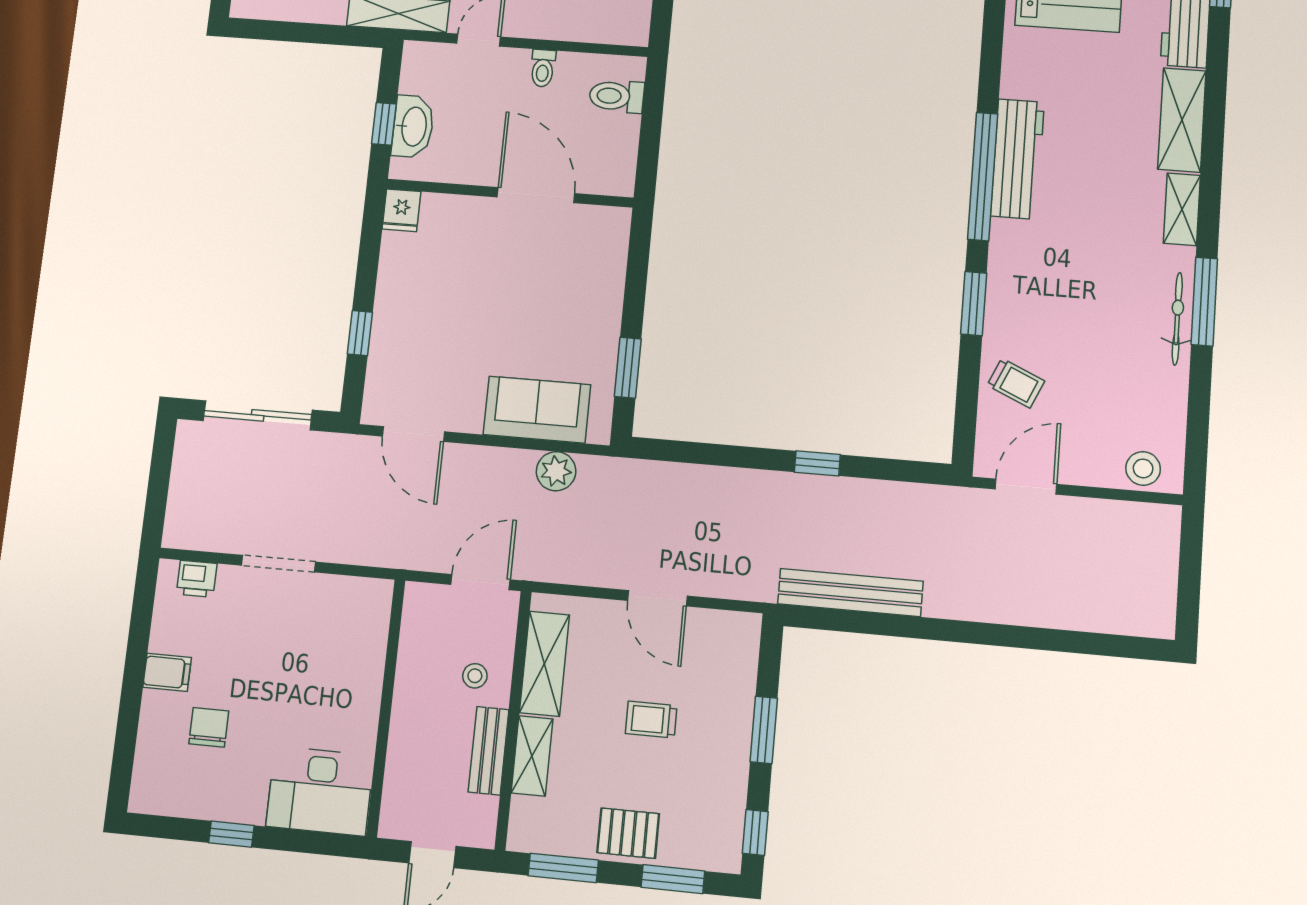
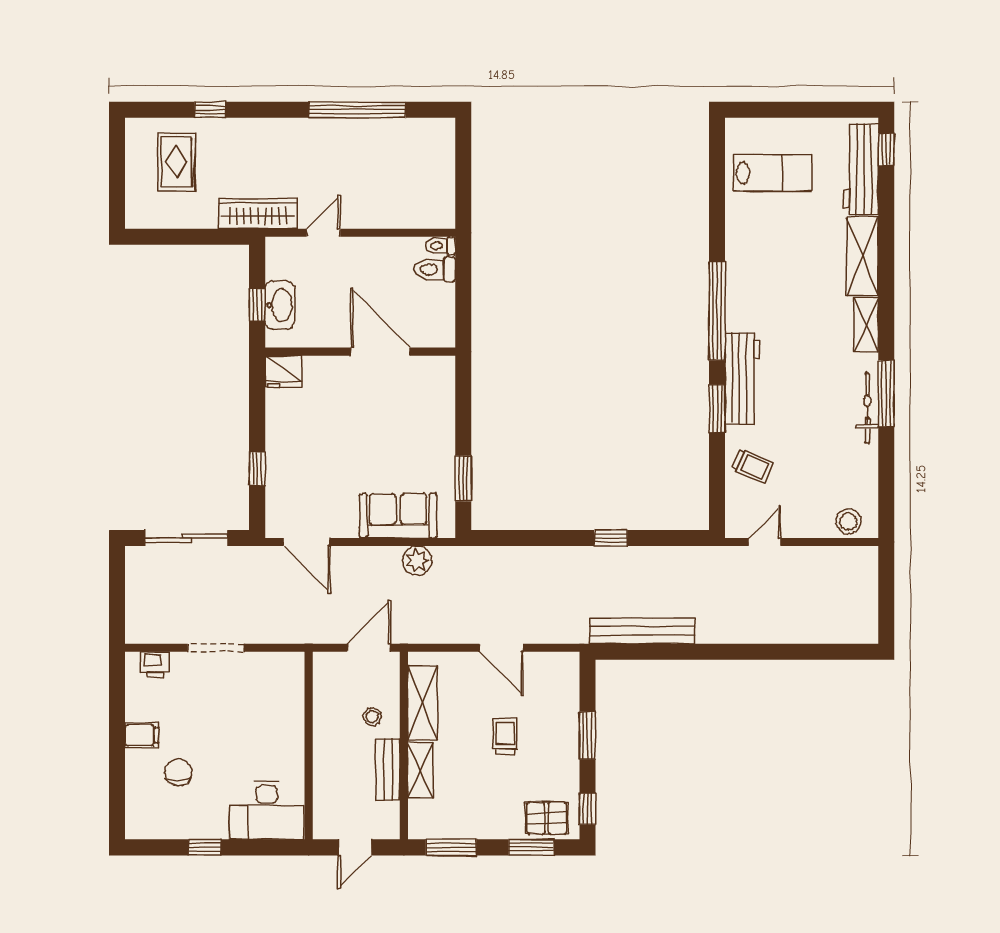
toilet: (543, 68) -> (441, 246), moved, turned 90
workbench: (1017, 159) -> (742, 379), moved
fridge: (401, 210) -> (283, 372), width x1.38
door: (1026, 487) -> (765, 542), width x0.73
trolley: (651, 720) -> (505, 736), turned 90
pallet: (628, 833) -> (547, 818), moved

